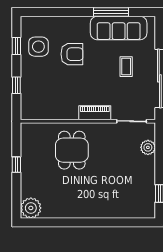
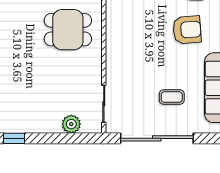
armchair: (72, 54) -> (187, 30), turned -94
piano: (95, 113) -> (114, 58), removed

